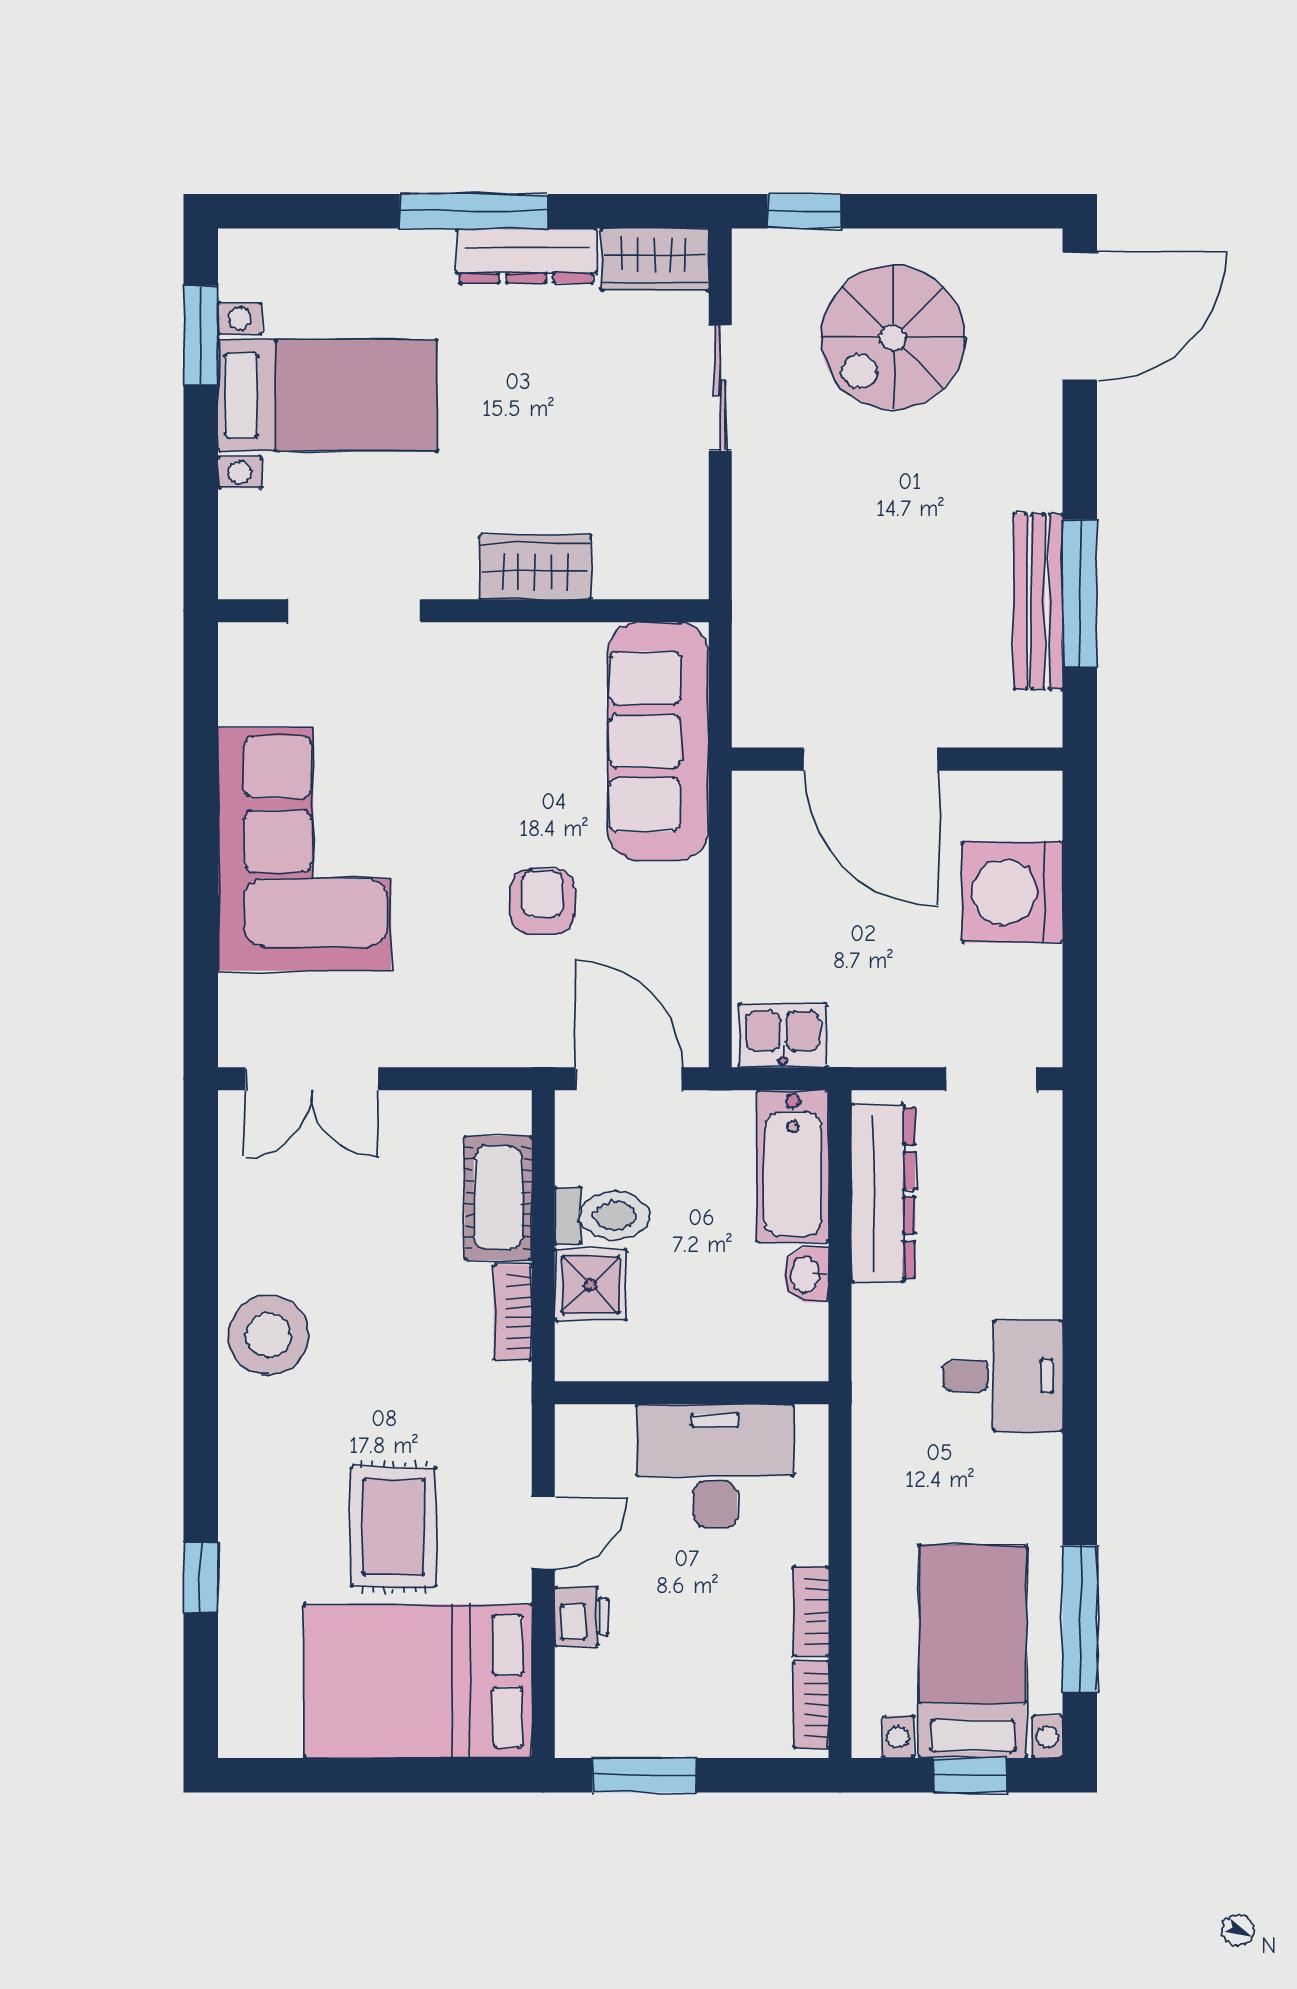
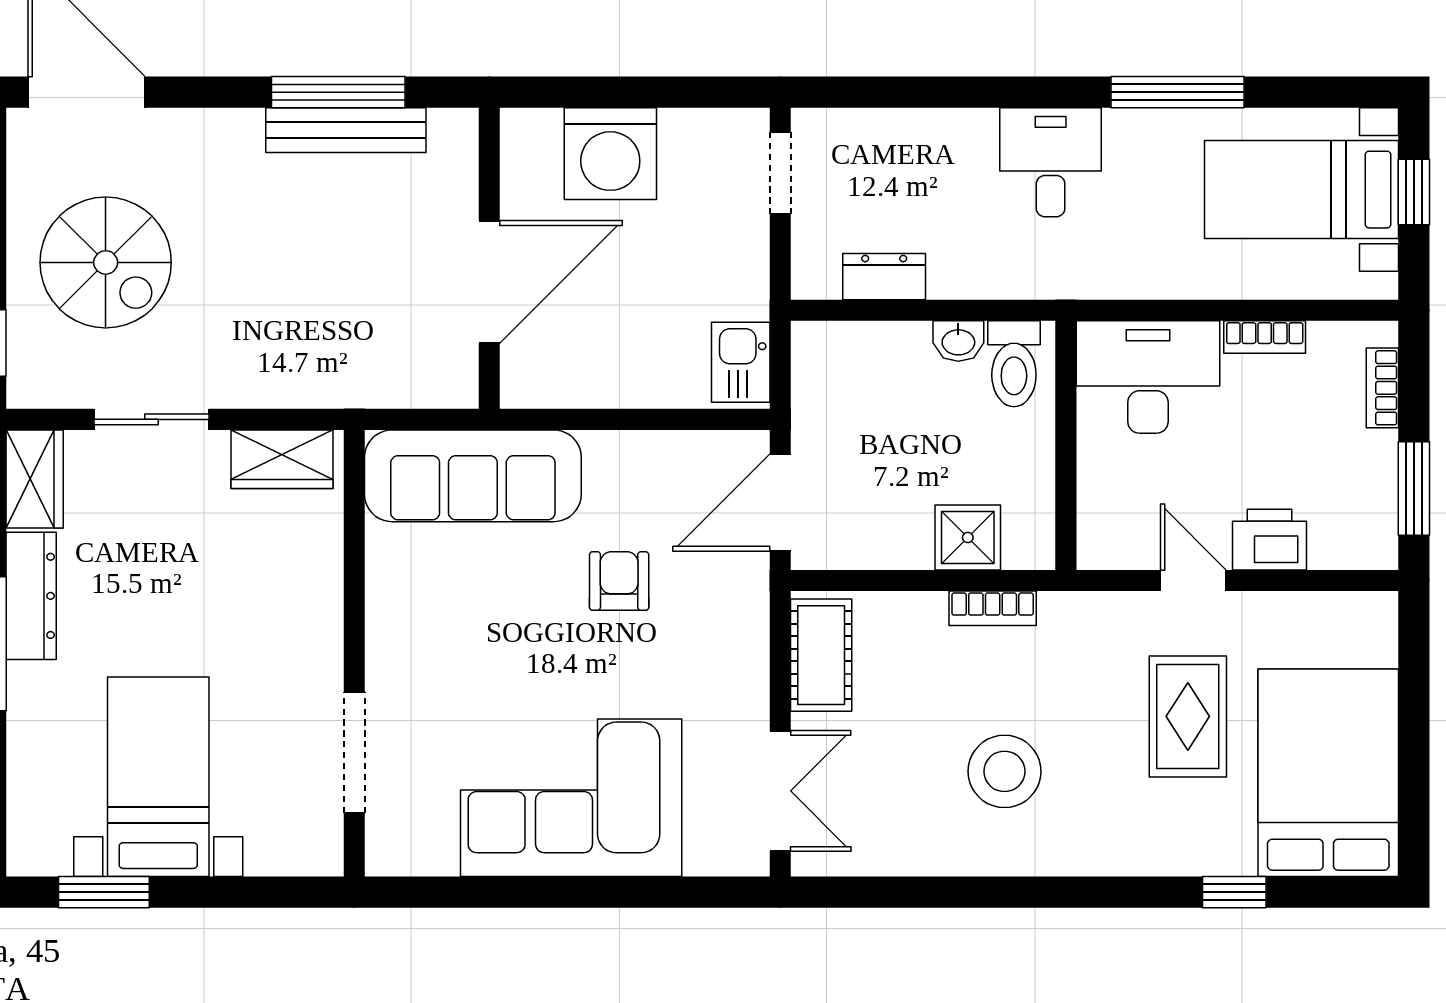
wardrobe: (535, 567) -> (282, 459), moved, turned -90
armchair: (543, 902) -> (619, 581), turned 90
bathtub: (793, 1166) -> (860, 353), removed
dresser: (883, 1193) -> (884, 277), width x0.51, depth x0.80
cot: (498, 1198) -> (821, 655), moved, turned 90
toilet: (602, 1216) -> (1014, 364), moved, turned 180
stool: (269, 1335) -> (1004, 771), moved
desk: (715, 1466) -> (1148, 377), moved, turned 90
rug: (394, 1527) -> (1188, 716), turned 90
printer: (582, 1617) -> (1269, 540), width x1.36, depth x1.24
window: (1080, 1619) -> (1178, 92), moved
bed: (418, 1681) -> (1328, 773), moved, turned 180
bookcase: (811, 1704) -> (1382, 388), moved, turned 90

